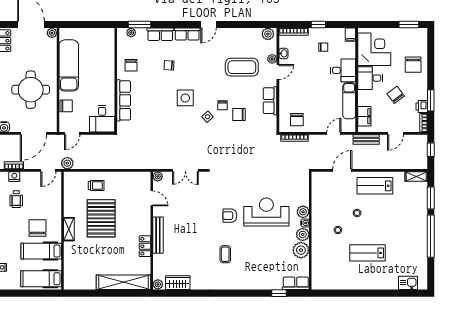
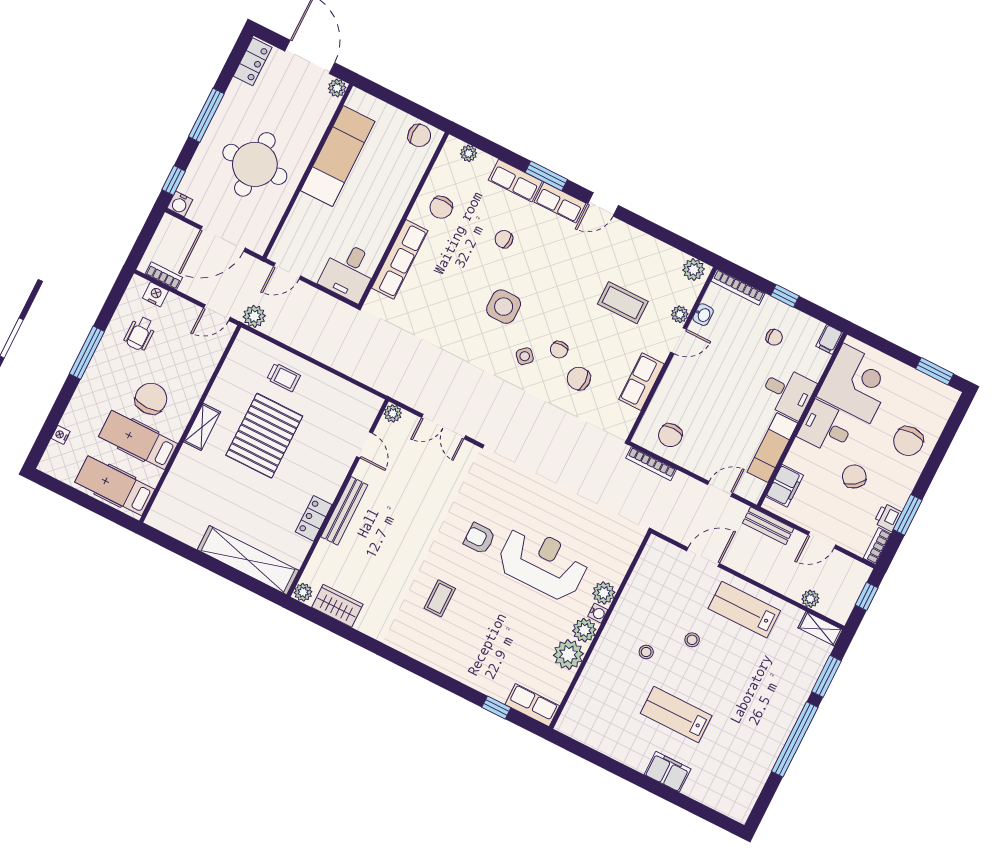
window: (139, 25) -> (546, 176), moved
coffee table: (242, 67) -> (623, 303), width x0.73, depth x0.76
chair: (66, 106) -> (419, 135), moved
plant: (404, 164) -> (810, 599), added
filing cabinet: (377, 283) -> (668, 772), added
kitchen sink: (408, 283) -> (718, 798), removed

